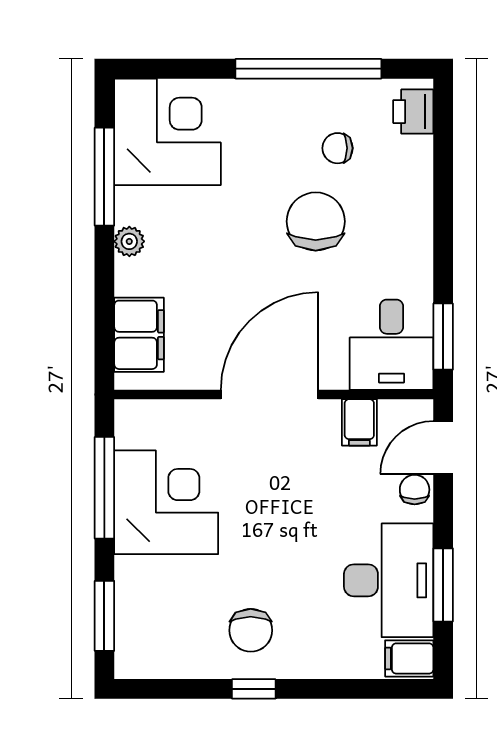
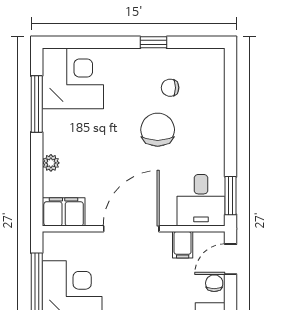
window: (308, 69) -> (153, 42), width x0.32
printer: (413, 112) -> (213, 67), removed
plant: (129, 241) -> (51, 163), moved
filing cabinet: (139, 335) -> (64, 212), moved, turned -90

